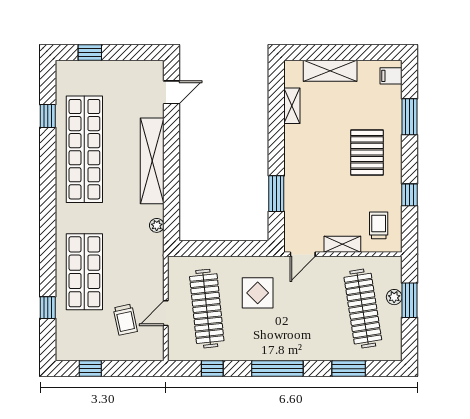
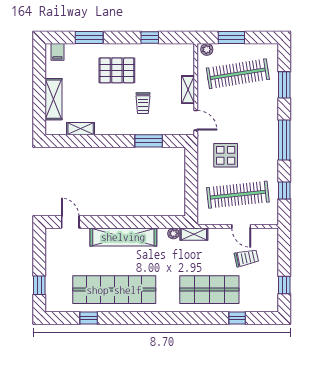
trolley: (379, 225) -> (143, 103), moved, turned -90
shelving: (156, 252) -> (194, 234), added
plant: (394, 297) -> (207, 49), moved

